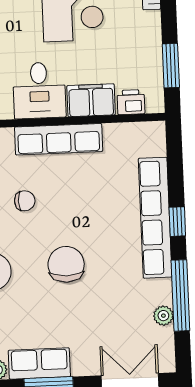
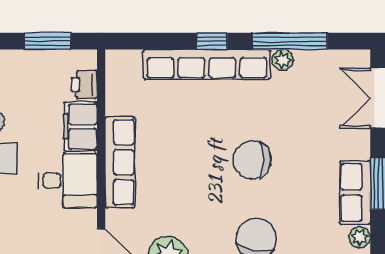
chair: (25, 201) -> (183, 201), removed
plant: (163, 316) -> (283, 60), moved

